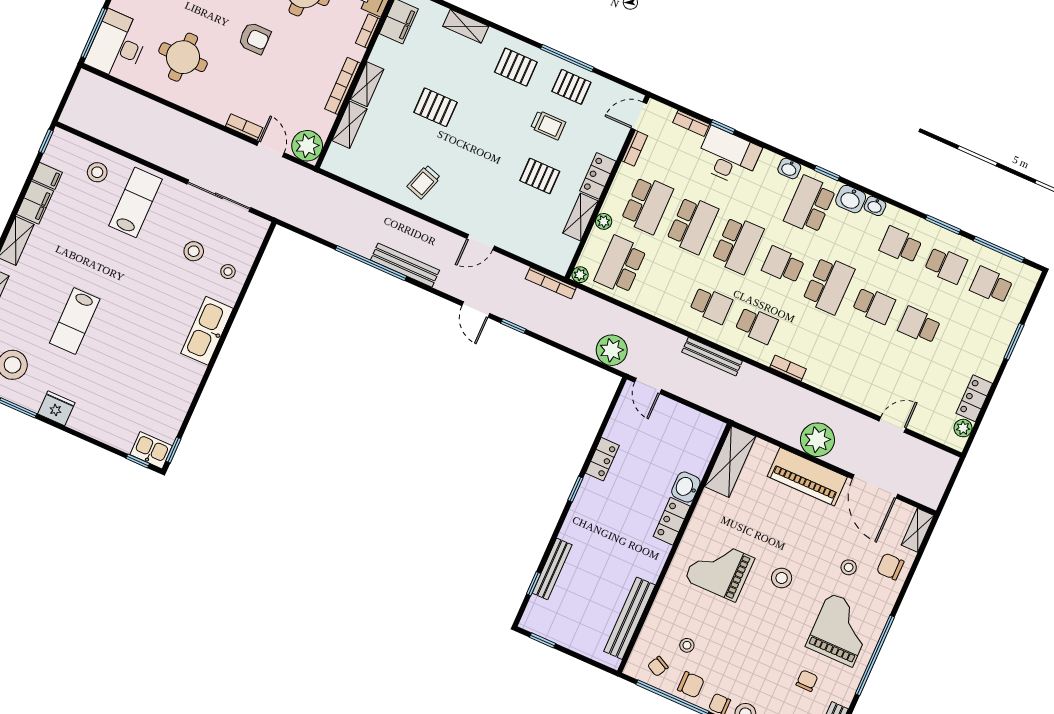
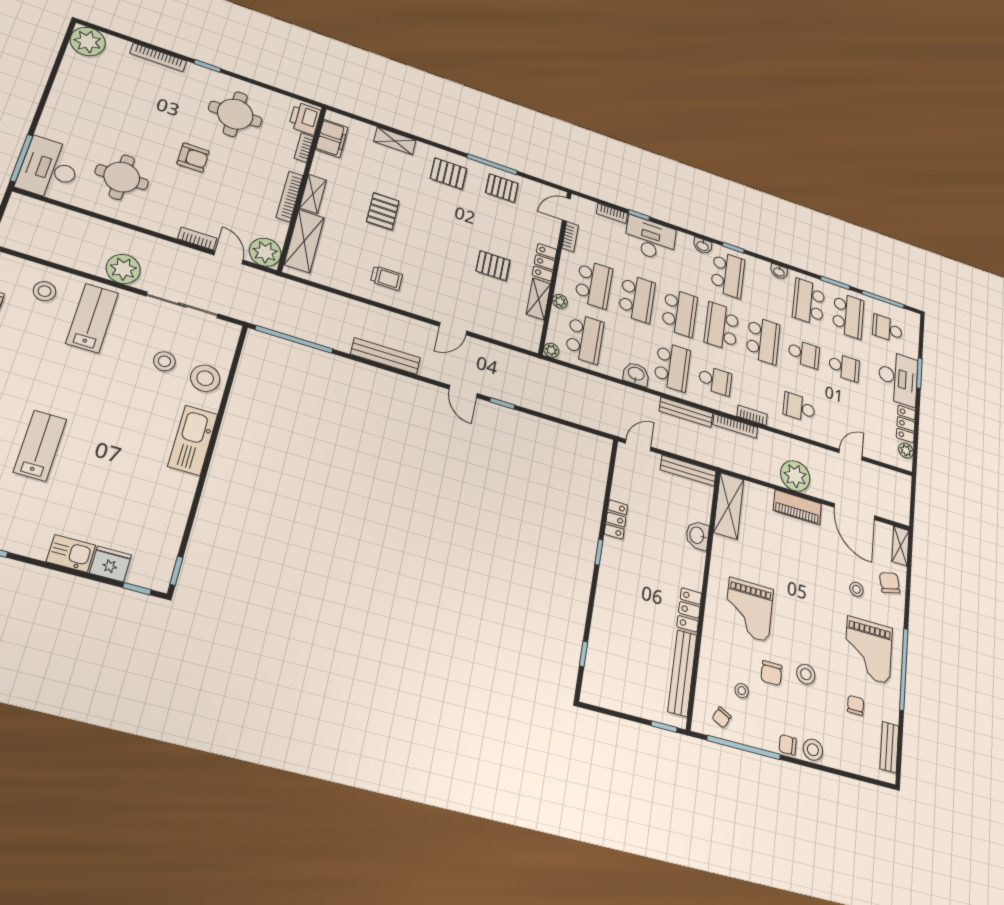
pallet: (435, 107) -> (383, 211), turned 90
shelving: (349, 125) -> (304, 241), width x1.50, depth x1.33
trolley: (548, 125) -> (489, 221), removed
trolley: (424, 182) -> (387, 278), turned -108
washbasin: (851, 199) -> (636, 374), moved, turned 180
school desk: (810, 205) -> (728, 274), turned 180
school desk: (901, 245) -> (809, 302), width x1.85
window: (371, 263) -> (294, 339), moved
school desk: (620, 265) -> (585, 338), turned 180
school desk: (783, 265) -> (722, 326), width x1.85
school desk: (946, 265) -> (848, 315), width x1.85
stool: (228, 272) -> (205, 378), width x1.89, depth x1.89
bookcase: (551, 283) -> (735, 426), moved
school desk: (711, 305) -> (672, 367), width x1.85
lab bench: (75, 321) -> (40, 446), turned 180
school desk: (919, 325) -> (844, 367), turned 180
desk: (984, 345) -> (898, 378), added
plant: (612, 350) -> (123, 269), moved
school desk: (847, 365) -> (799, 407), added
door: (648, 386) -> (638, 445), swing flipped
fridge: (56, 408) -> (110, 564), moved
kitchen sink: (151, 450) -> (71, 553), moved
piano: (807, 477) -> (797, 507), width x0.73, depth x0.75
locker: (672, 521) -> (689, 610), moved
chair: (890, 567) -> (890, 583), turned 77
bench: (552, 569) -> (688, 471), moved, turned 90
grand piano: (720, 569) -> (749, 610), turned -90
stool: (782, 578) -> (806, 674), moved
grand piano: (841, 630) -> (868, 650), turned 180
window: (542, 640) -> (664, 727), moved
chair: (691, 685) -> (771, 673), moved, turned 90

